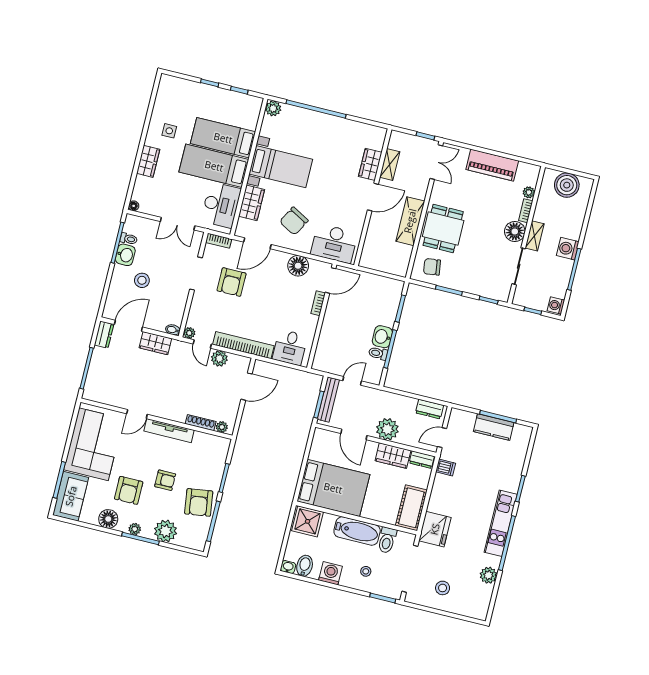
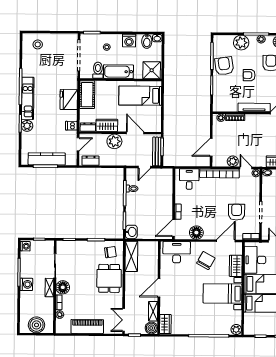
boiler: (398, 140) -> (151, 328), added
wardrobe: (370, 164) -> (165, 324), moved
shelving: (410, 221) -> (131, 256), moved
washbasin: (382, 337) -> (131, 232), moved
kitchen counter: (494, 427) -> (47, 159), width x1.50
bed: (333, 488) -> (140, 96), width x0.67
fridge: (435, 529) -> (69, 100), moved
plant: (488, 575) -> (27, 126), moved
stool: (443, 588) -> (38, 44), moved

